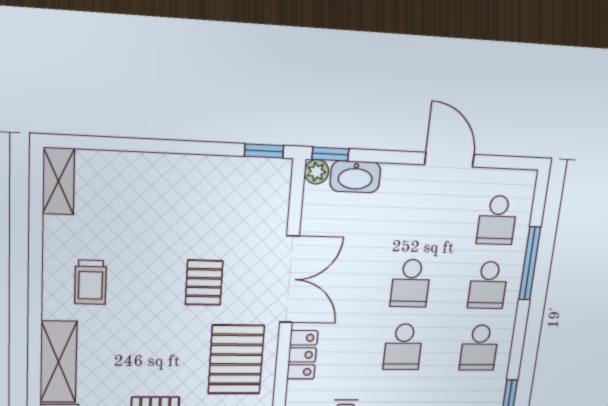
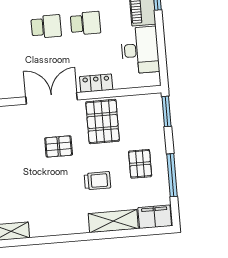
trolley: (91, 282) -> (97, 181), moved
pallet: (236, 360) -> (103, 121), turned 90

